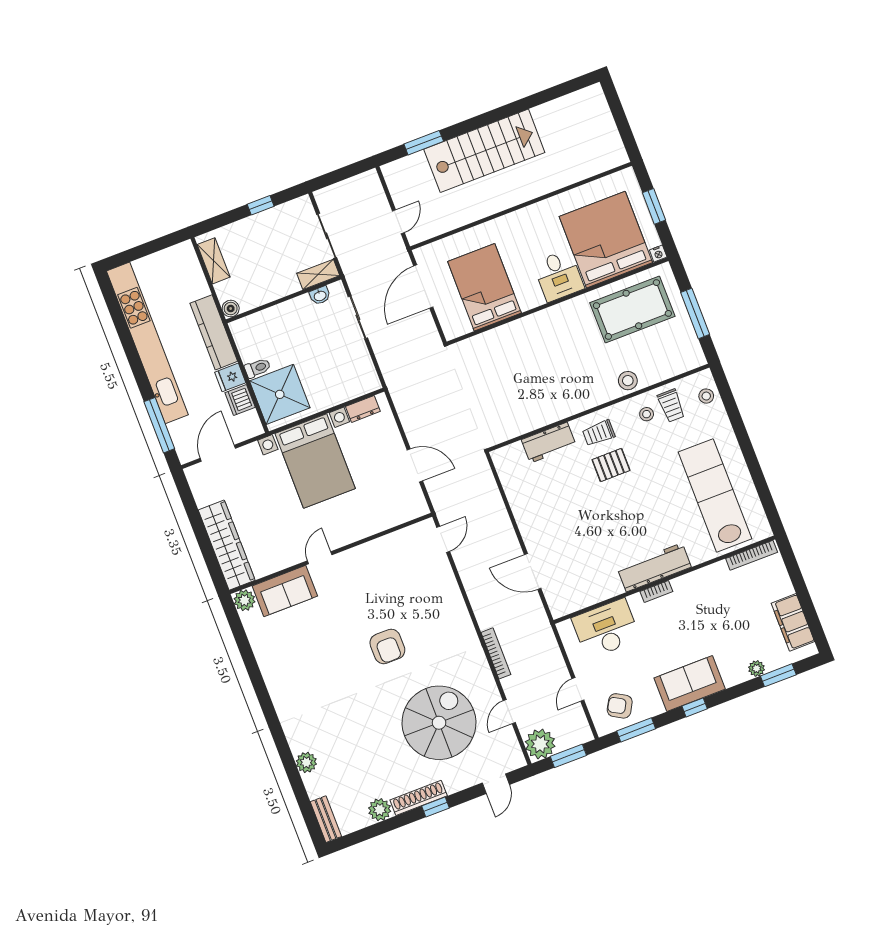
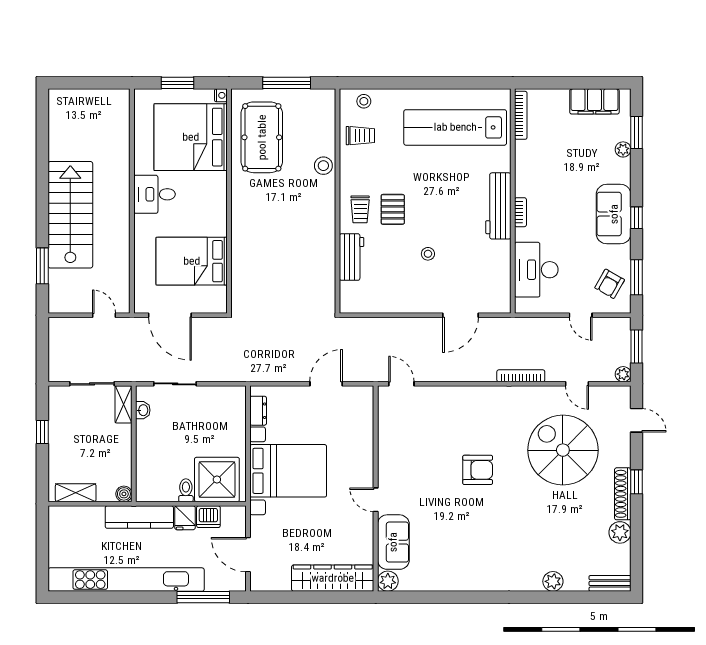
desk: (559, 276) -> (154, 194), moved, turned 180
stool: (647, 414) -> (428, 254), moved
plant: (540, 744) -> (623, 374), width x0.53, depth x0.53

